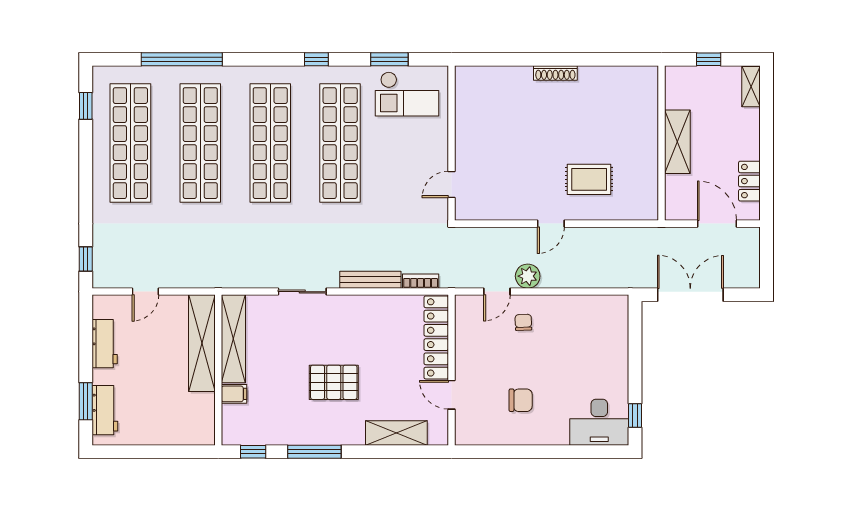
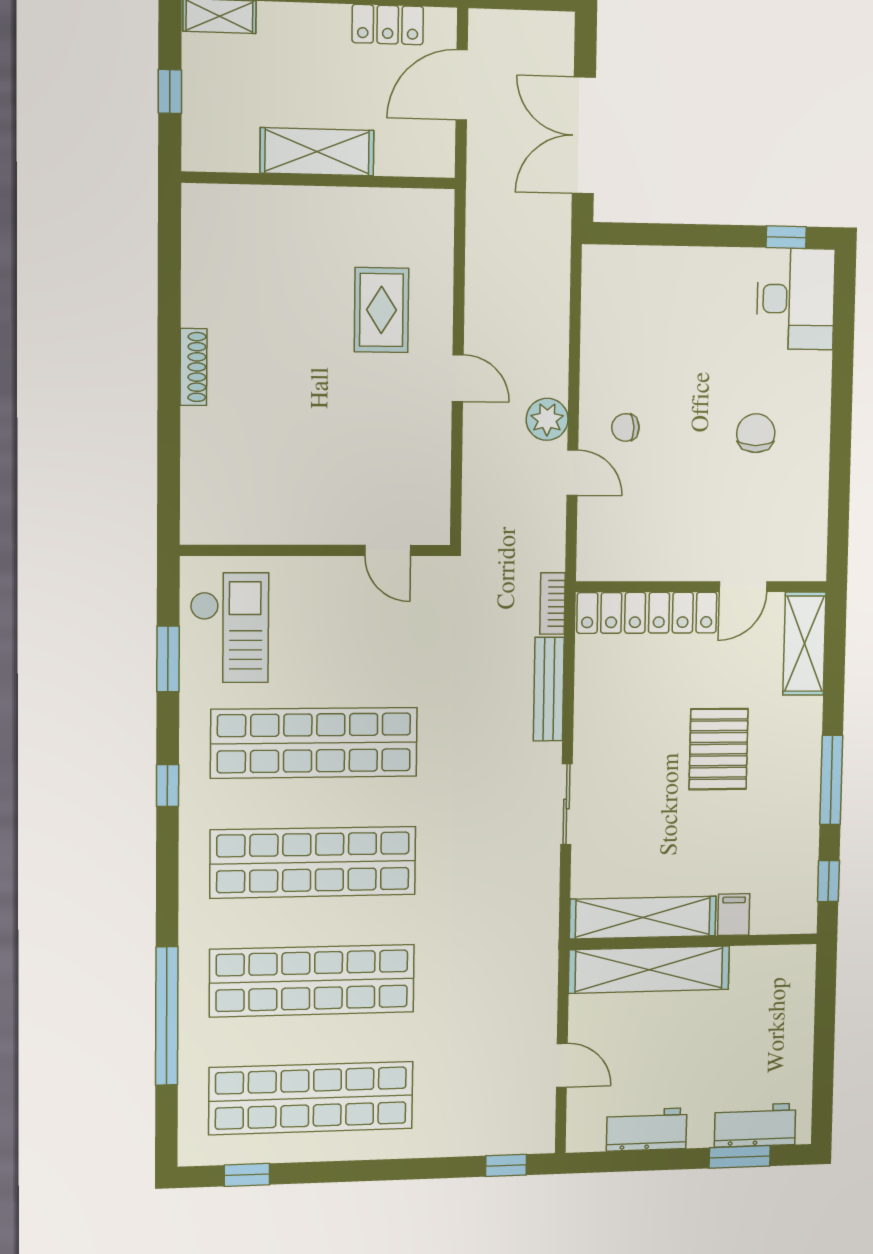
locker: (436, 337) -> (647, 613), moved
wall: (452, 370) -> (702, 587), moved
door: (452, 395) -> (743, 587), moved

